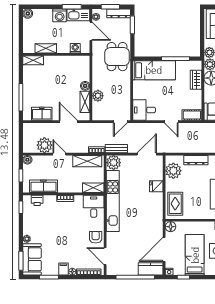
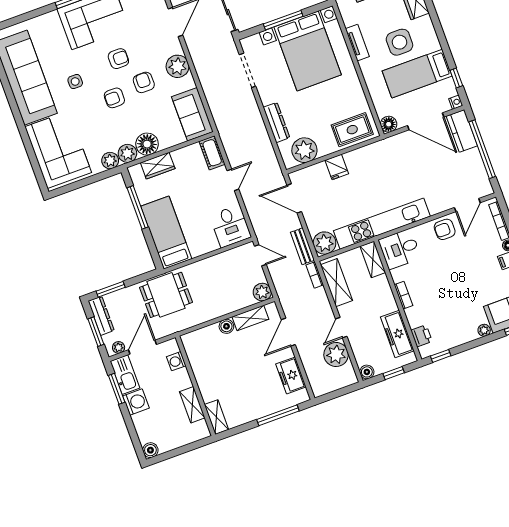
plant: (98, 96) -> (262, 292), moved

